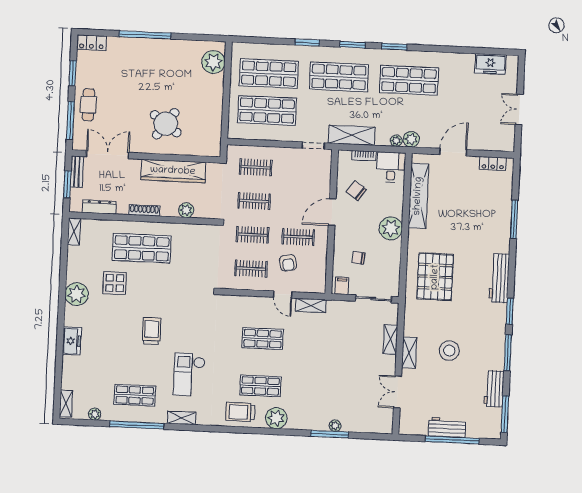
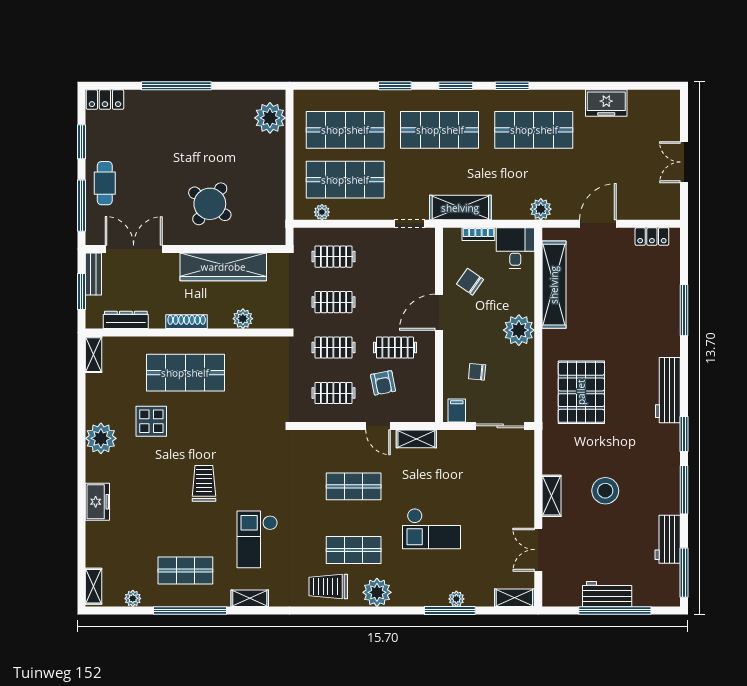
freezer: (490, 64) -> (606, 103), moved
plant: (396, 141) -> (322, 212), moved
shelving: (390, 340) -> (514, 598), moved, turned 90
checkout: (319, 373) -> (431, 529), added

